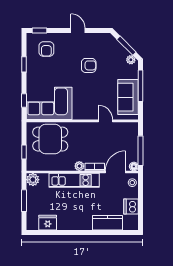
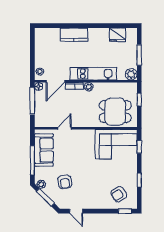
door: (78, 31) -> (76, 211), moved
armchair: (46, 49) -> (119, 194), turned -122
armchair: (89, 65) -> (65, 182), moved, turned -100
door: (106, 121) -> (64, 128), swing flipped
dishwasher: (131, 207) -> (41, 50), removed
kitchen counter: (107, 223) -> (74, 35), moved

